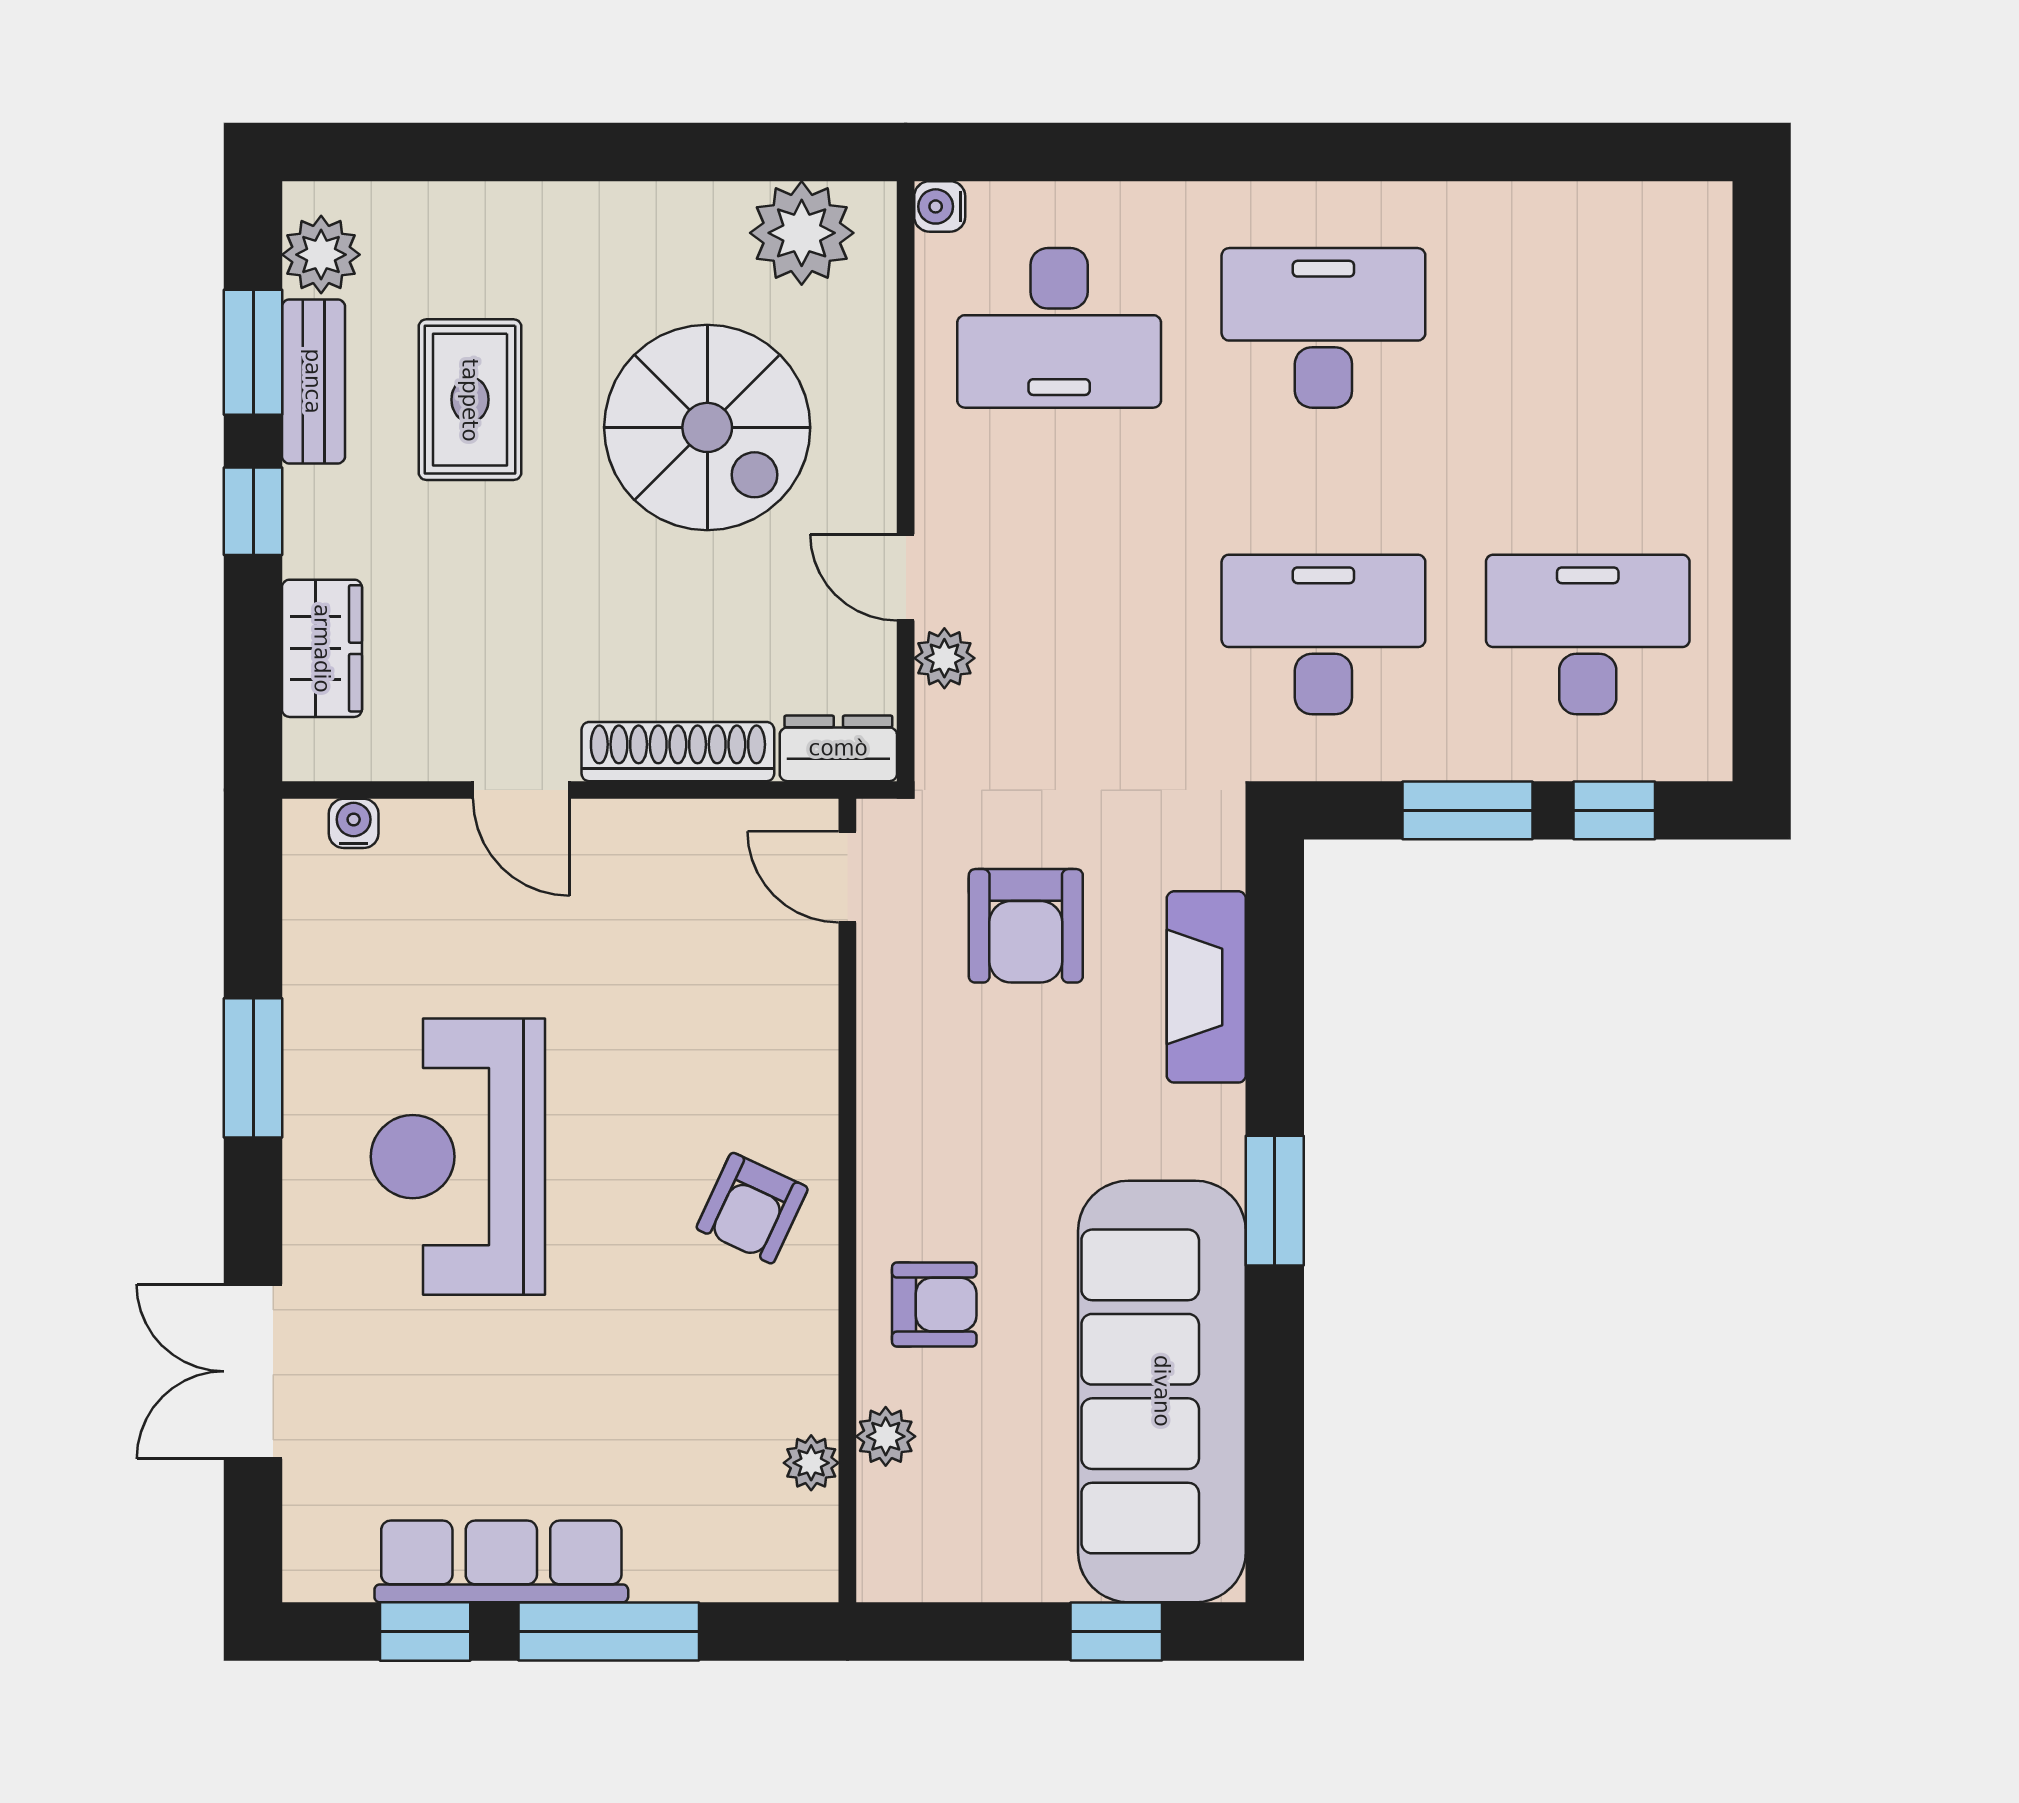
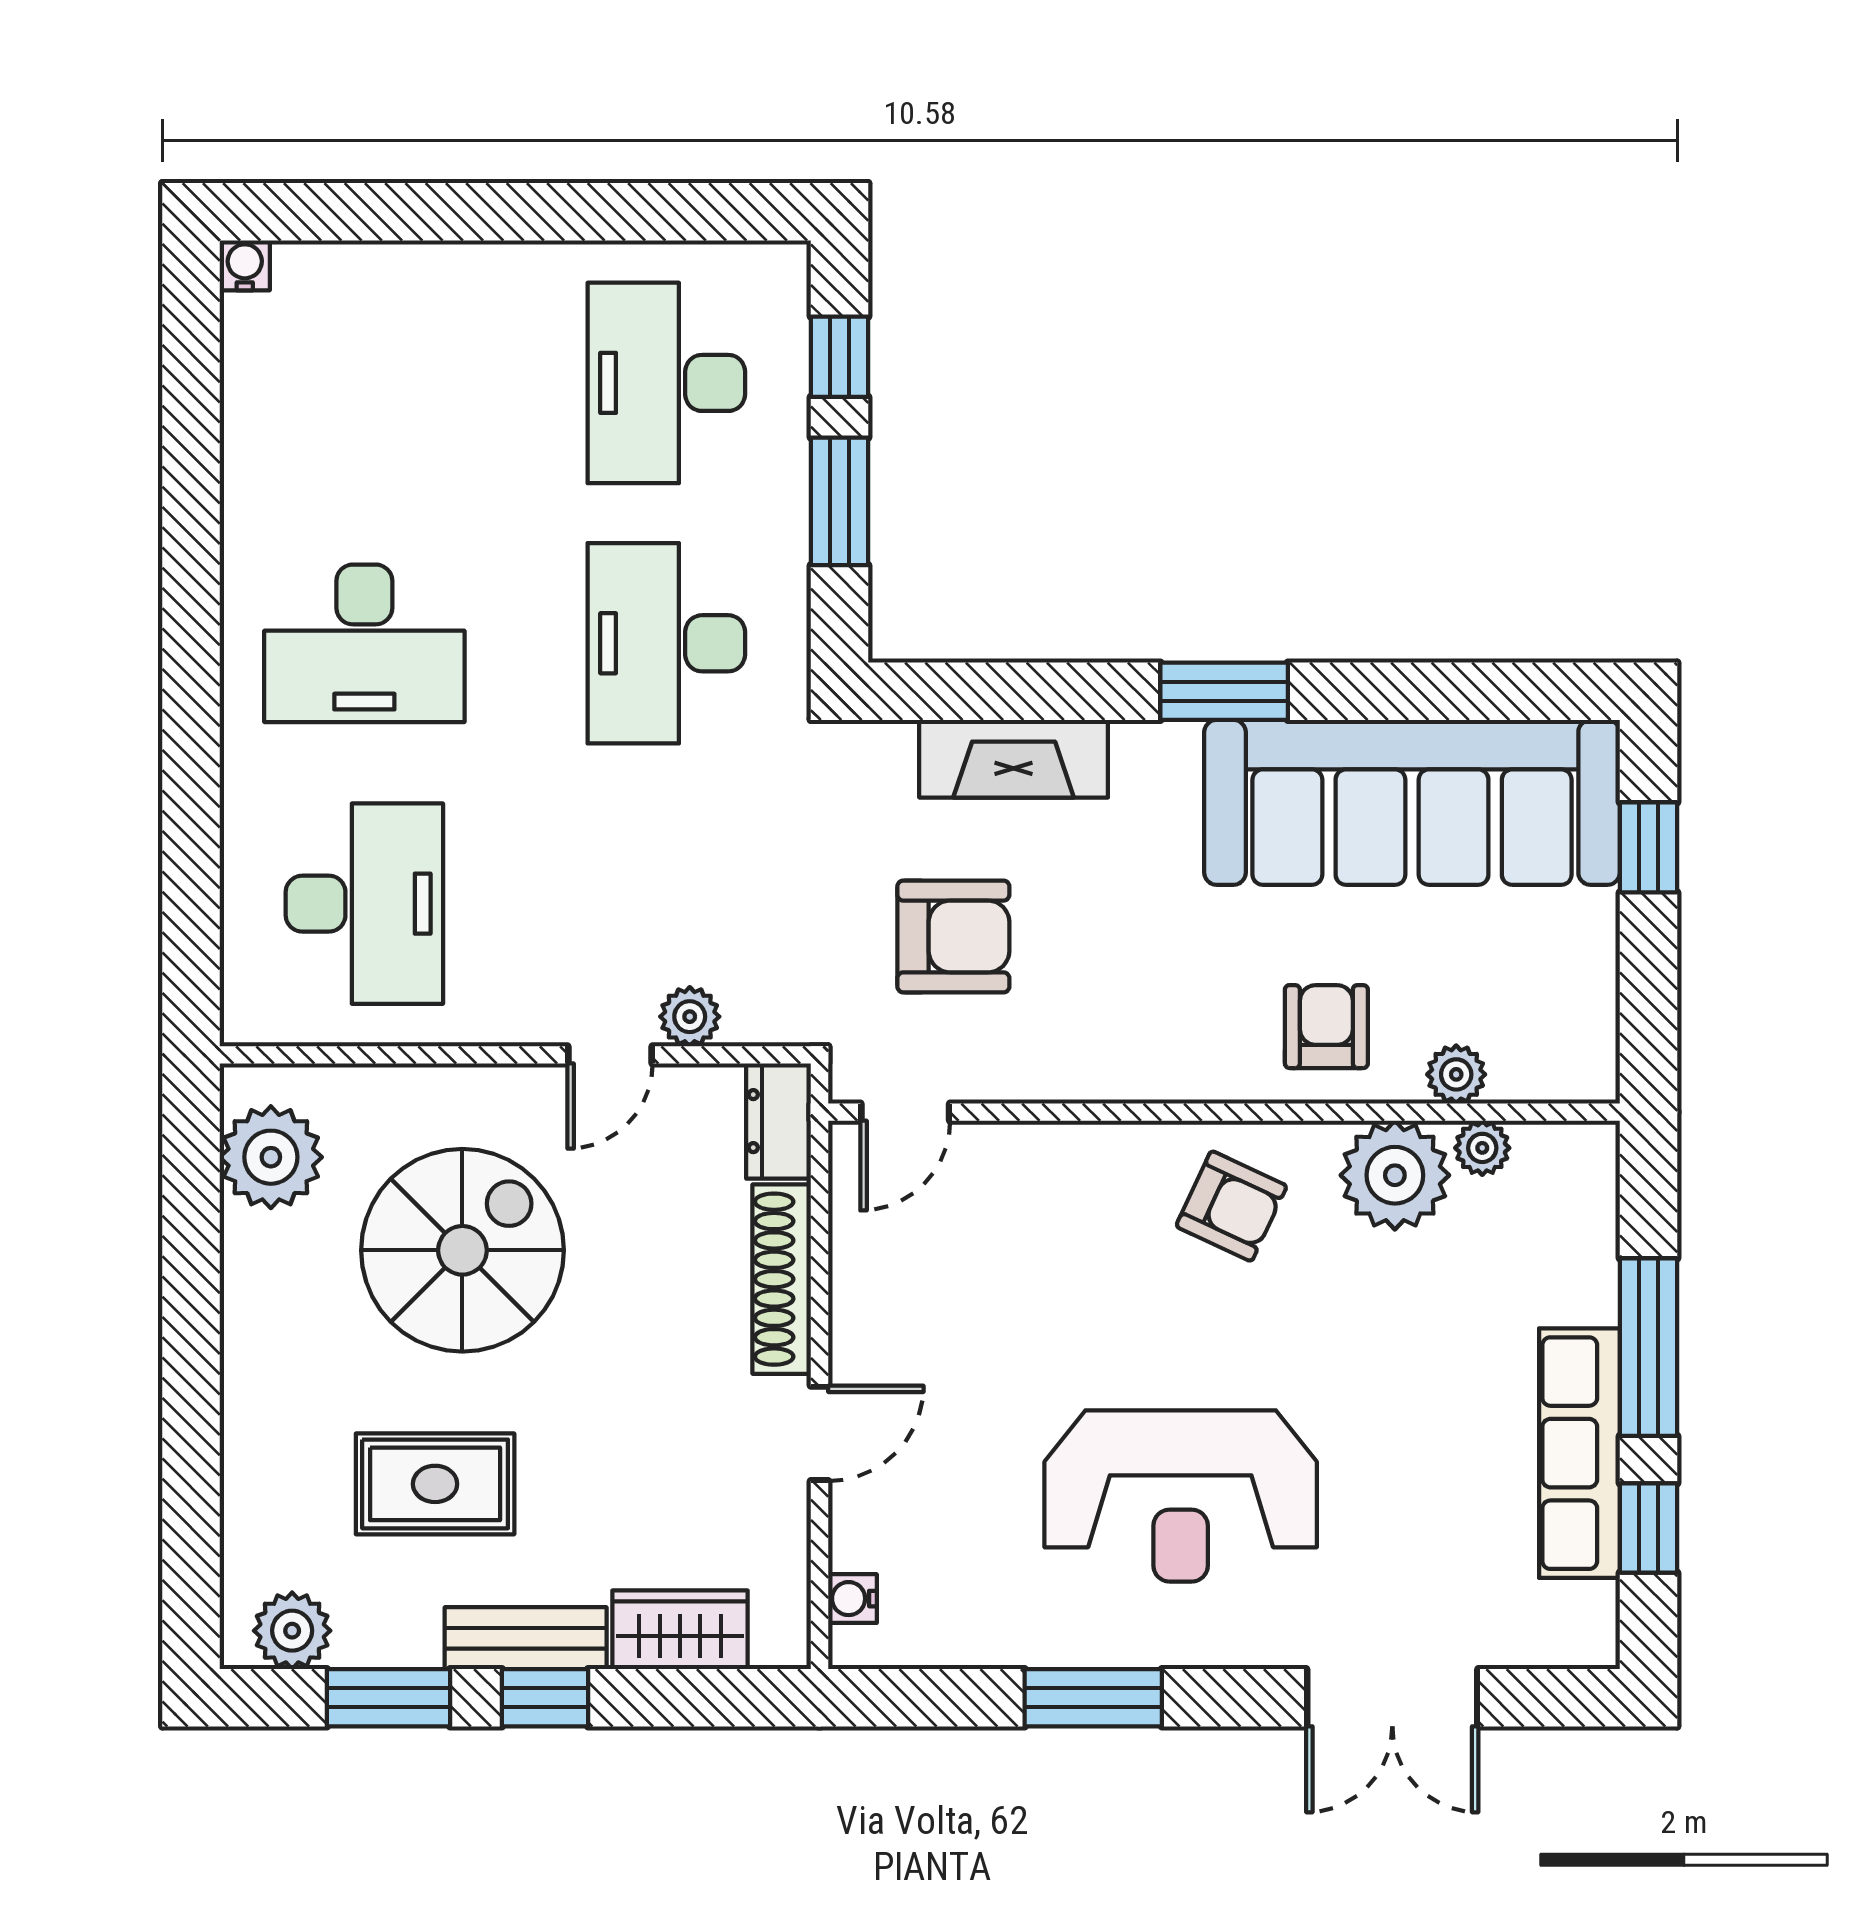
water cooler: (940, 206) -> (245, 265), moved, turned 180
desk: (1323, 328) -> (364, 643), turned -90
bench: (313, 381) -> (526, 1638), moved
plant: (783, 1374) -> (1395, 1175), added

